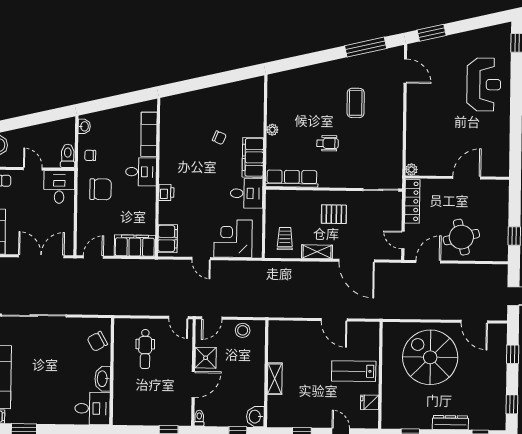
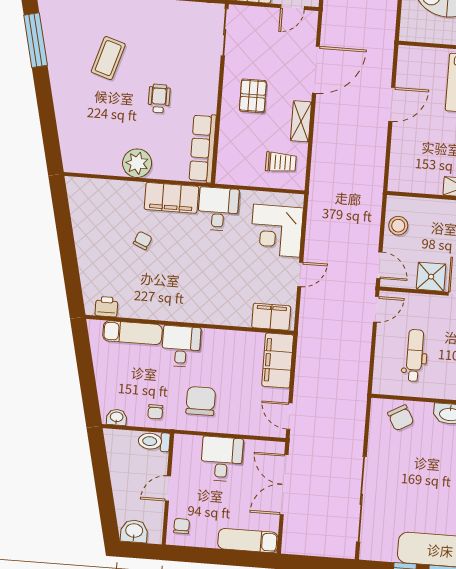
coffee table: (356, 103) -> (108, 58), turned -73
plant: (272, 130) -> (137, 163), width x1.87, depth x1.87
desk: (59, 187) -> (222, 459), moved, turned 90
printer: (166, 192) -> (106, 307), moved
trolley: (285, 239) -> (281, 162), turned 180
dental chair: (145, 349) -> (415, 356), turned -90

